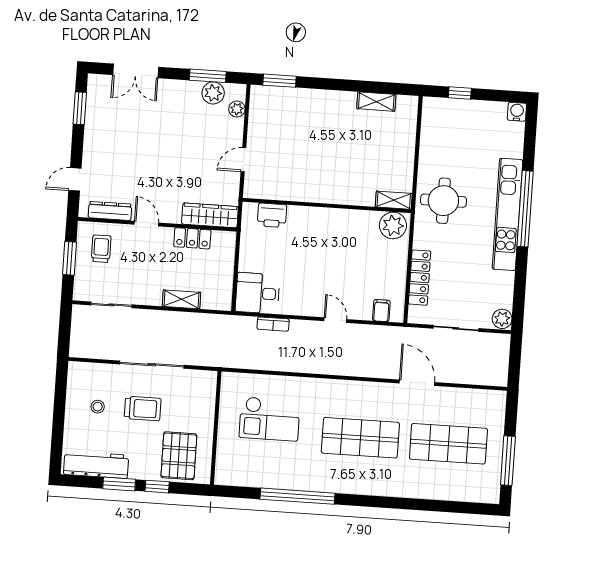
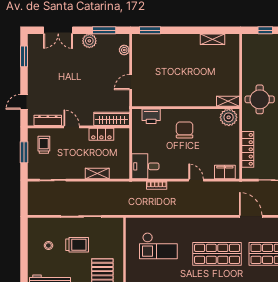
plant: (213, 93) -> (89, 41), moved
chair: (323, 240) -> (185, 130), added
filing cabinet: (381, 311) -> (225, 172), width x2.00

